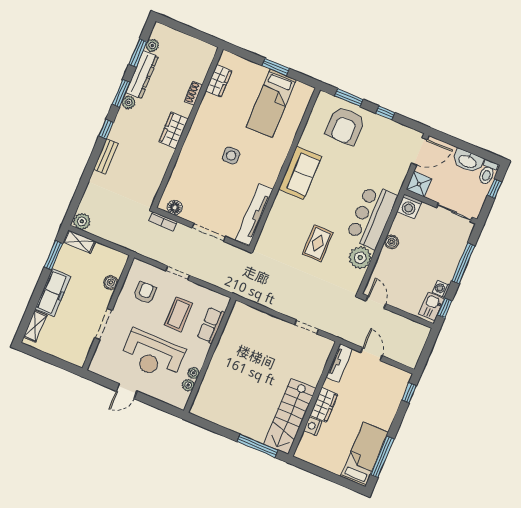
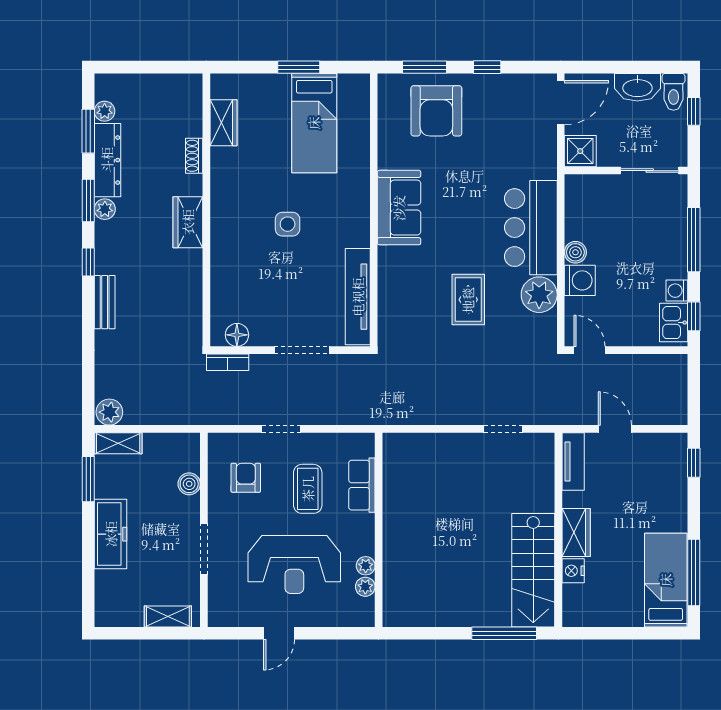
washing machine: (409, 206) -> (580, 280), moved, turned -90
shelving: (35, 326) -> (168, 617), moved, turned 90

